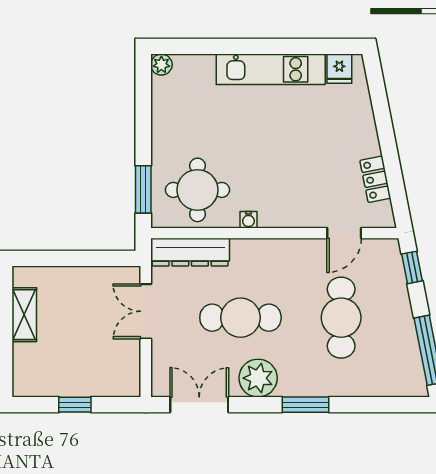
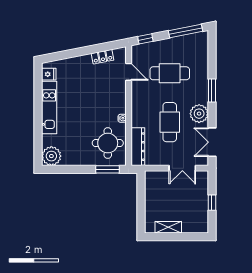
plant: (161, 65) -> (51, 156), width x1.87, depth x1.87
double door: (146, 311) -> (182, 168), moved

